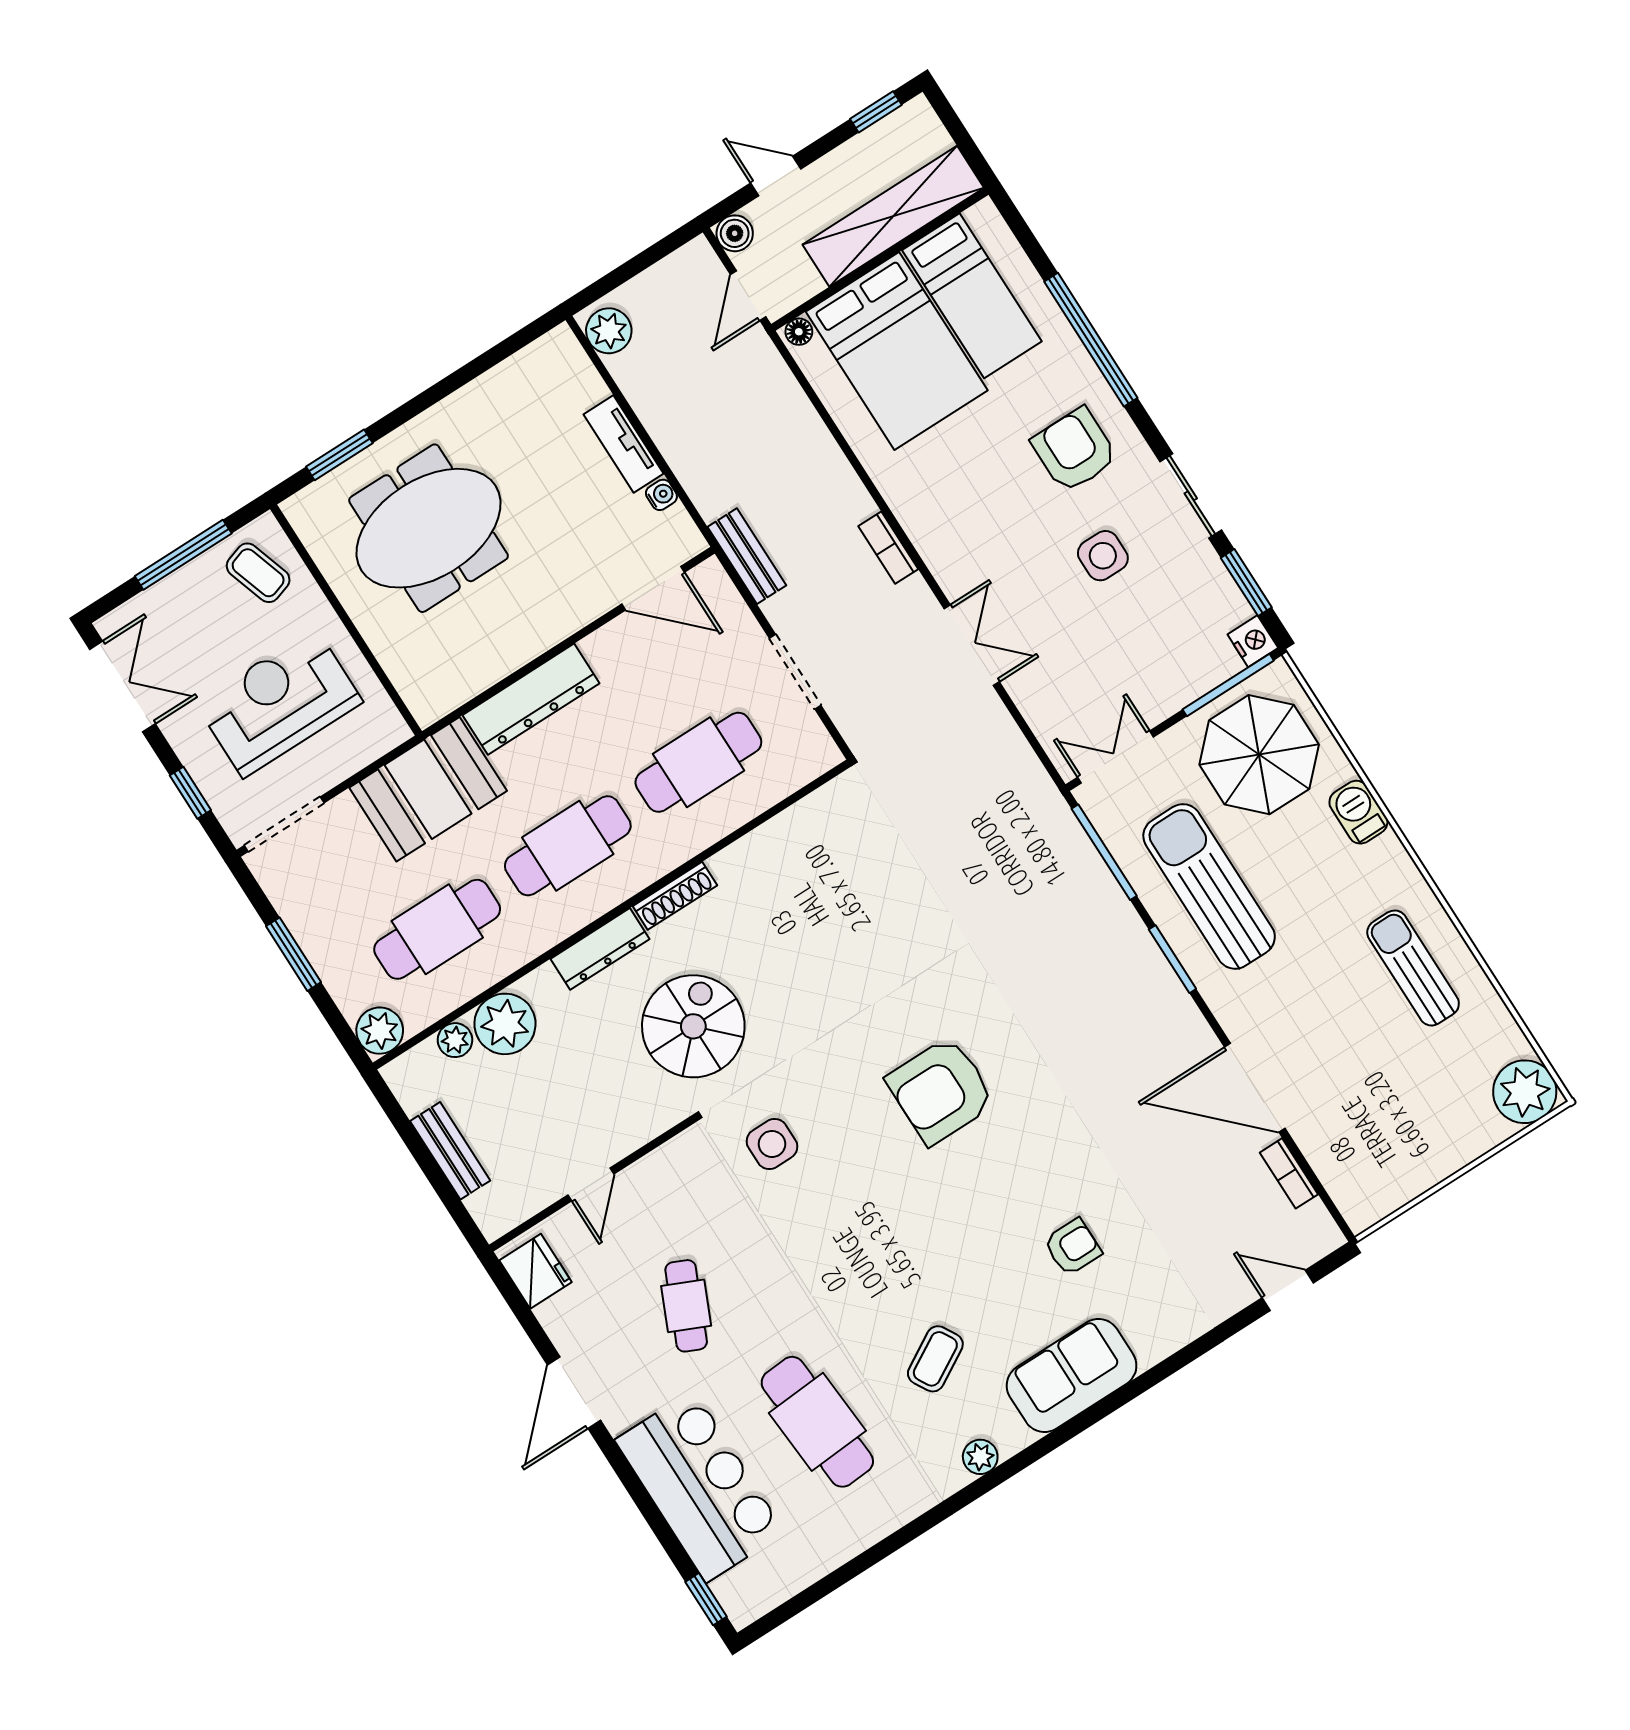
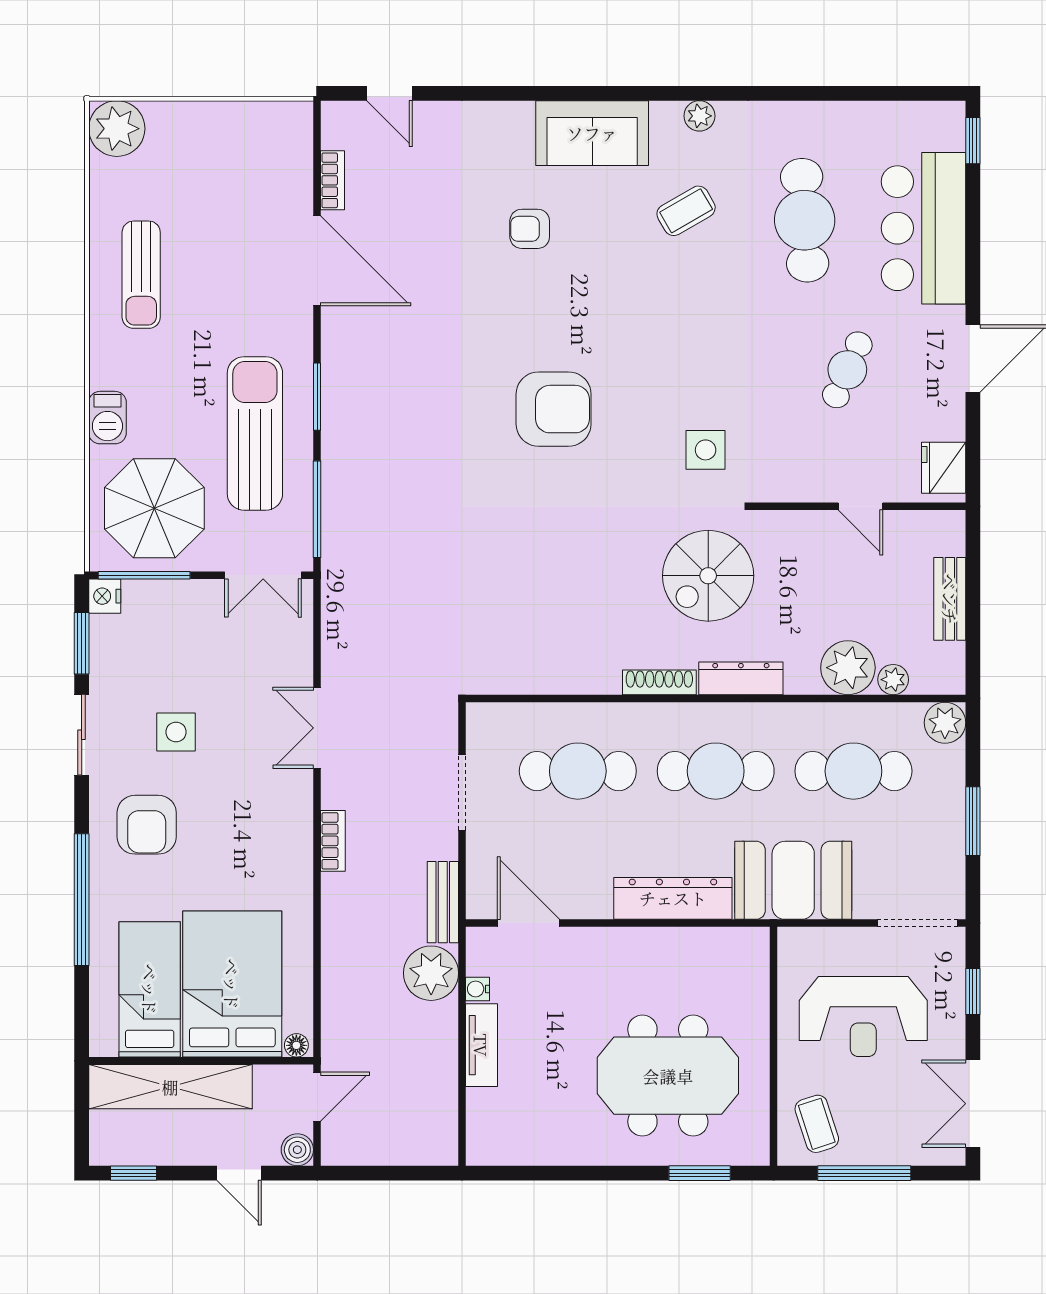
plant: (609, 331) -> (431, 973), moved, width x1.36, depth x1.36
sun lounger: (1209, 886) -> (255, 433), turned 180
door: (591, 1184) -> (861, 506), swing flipped

